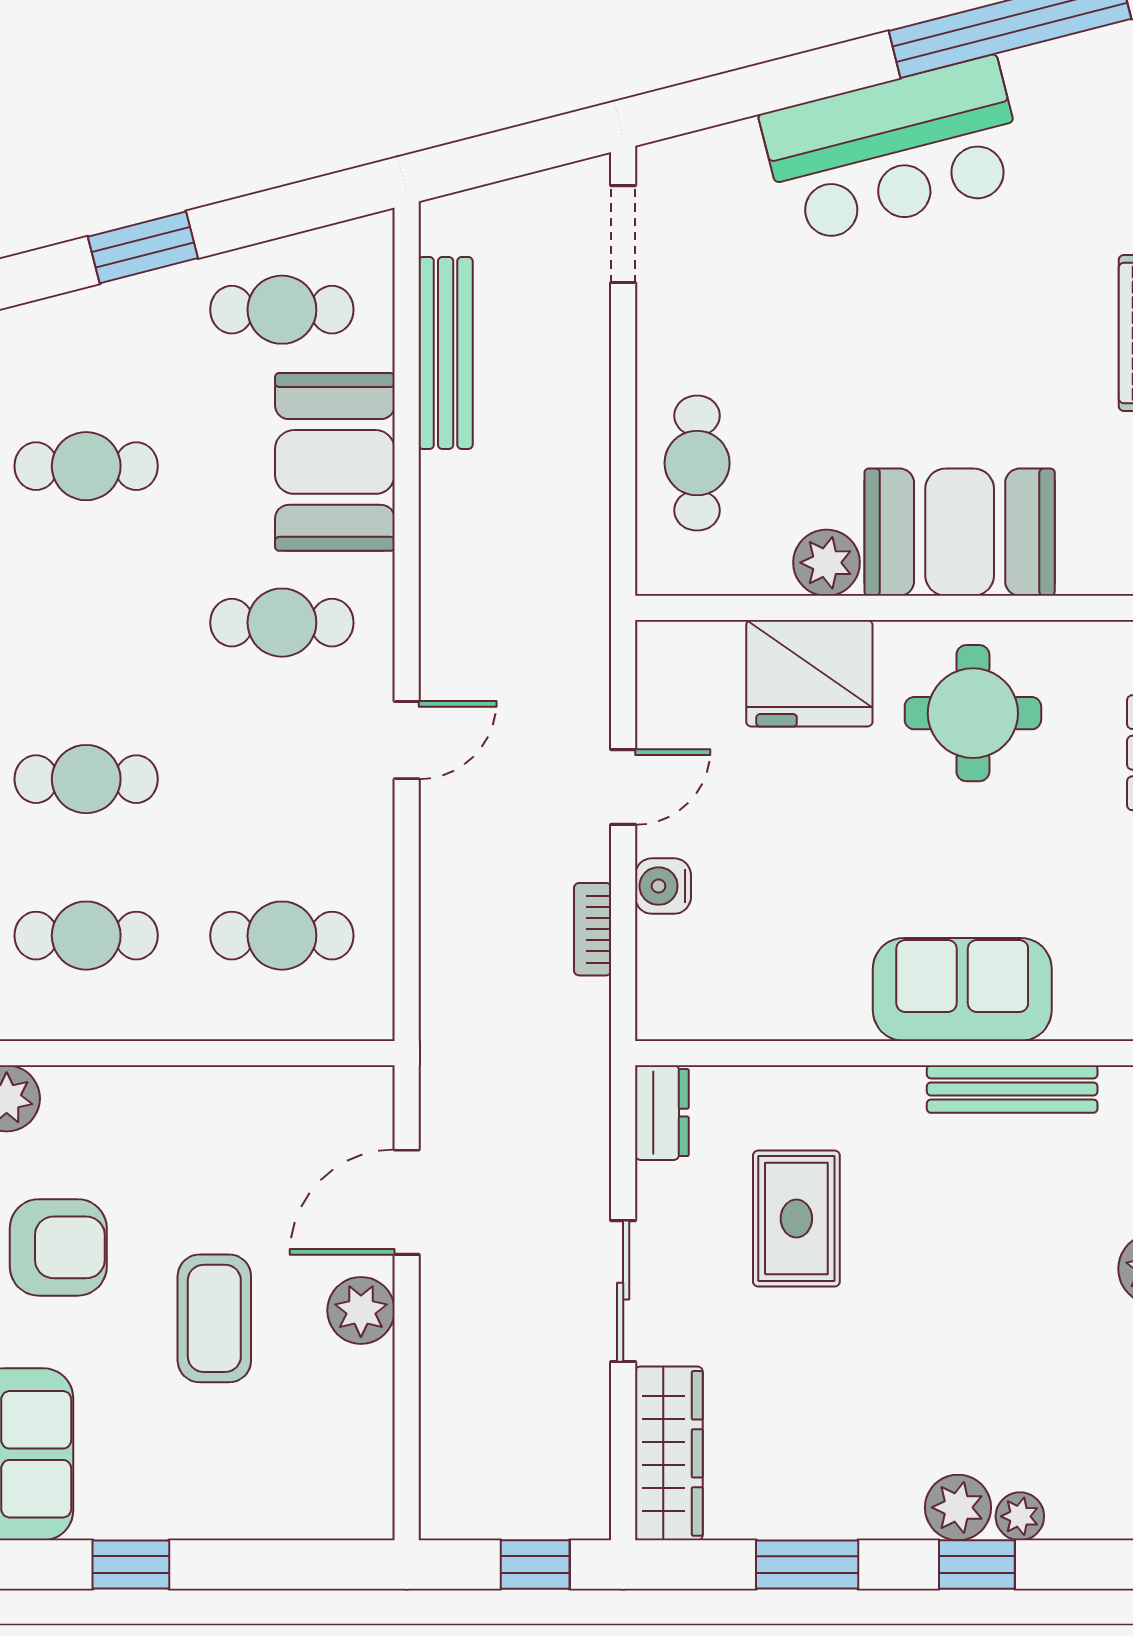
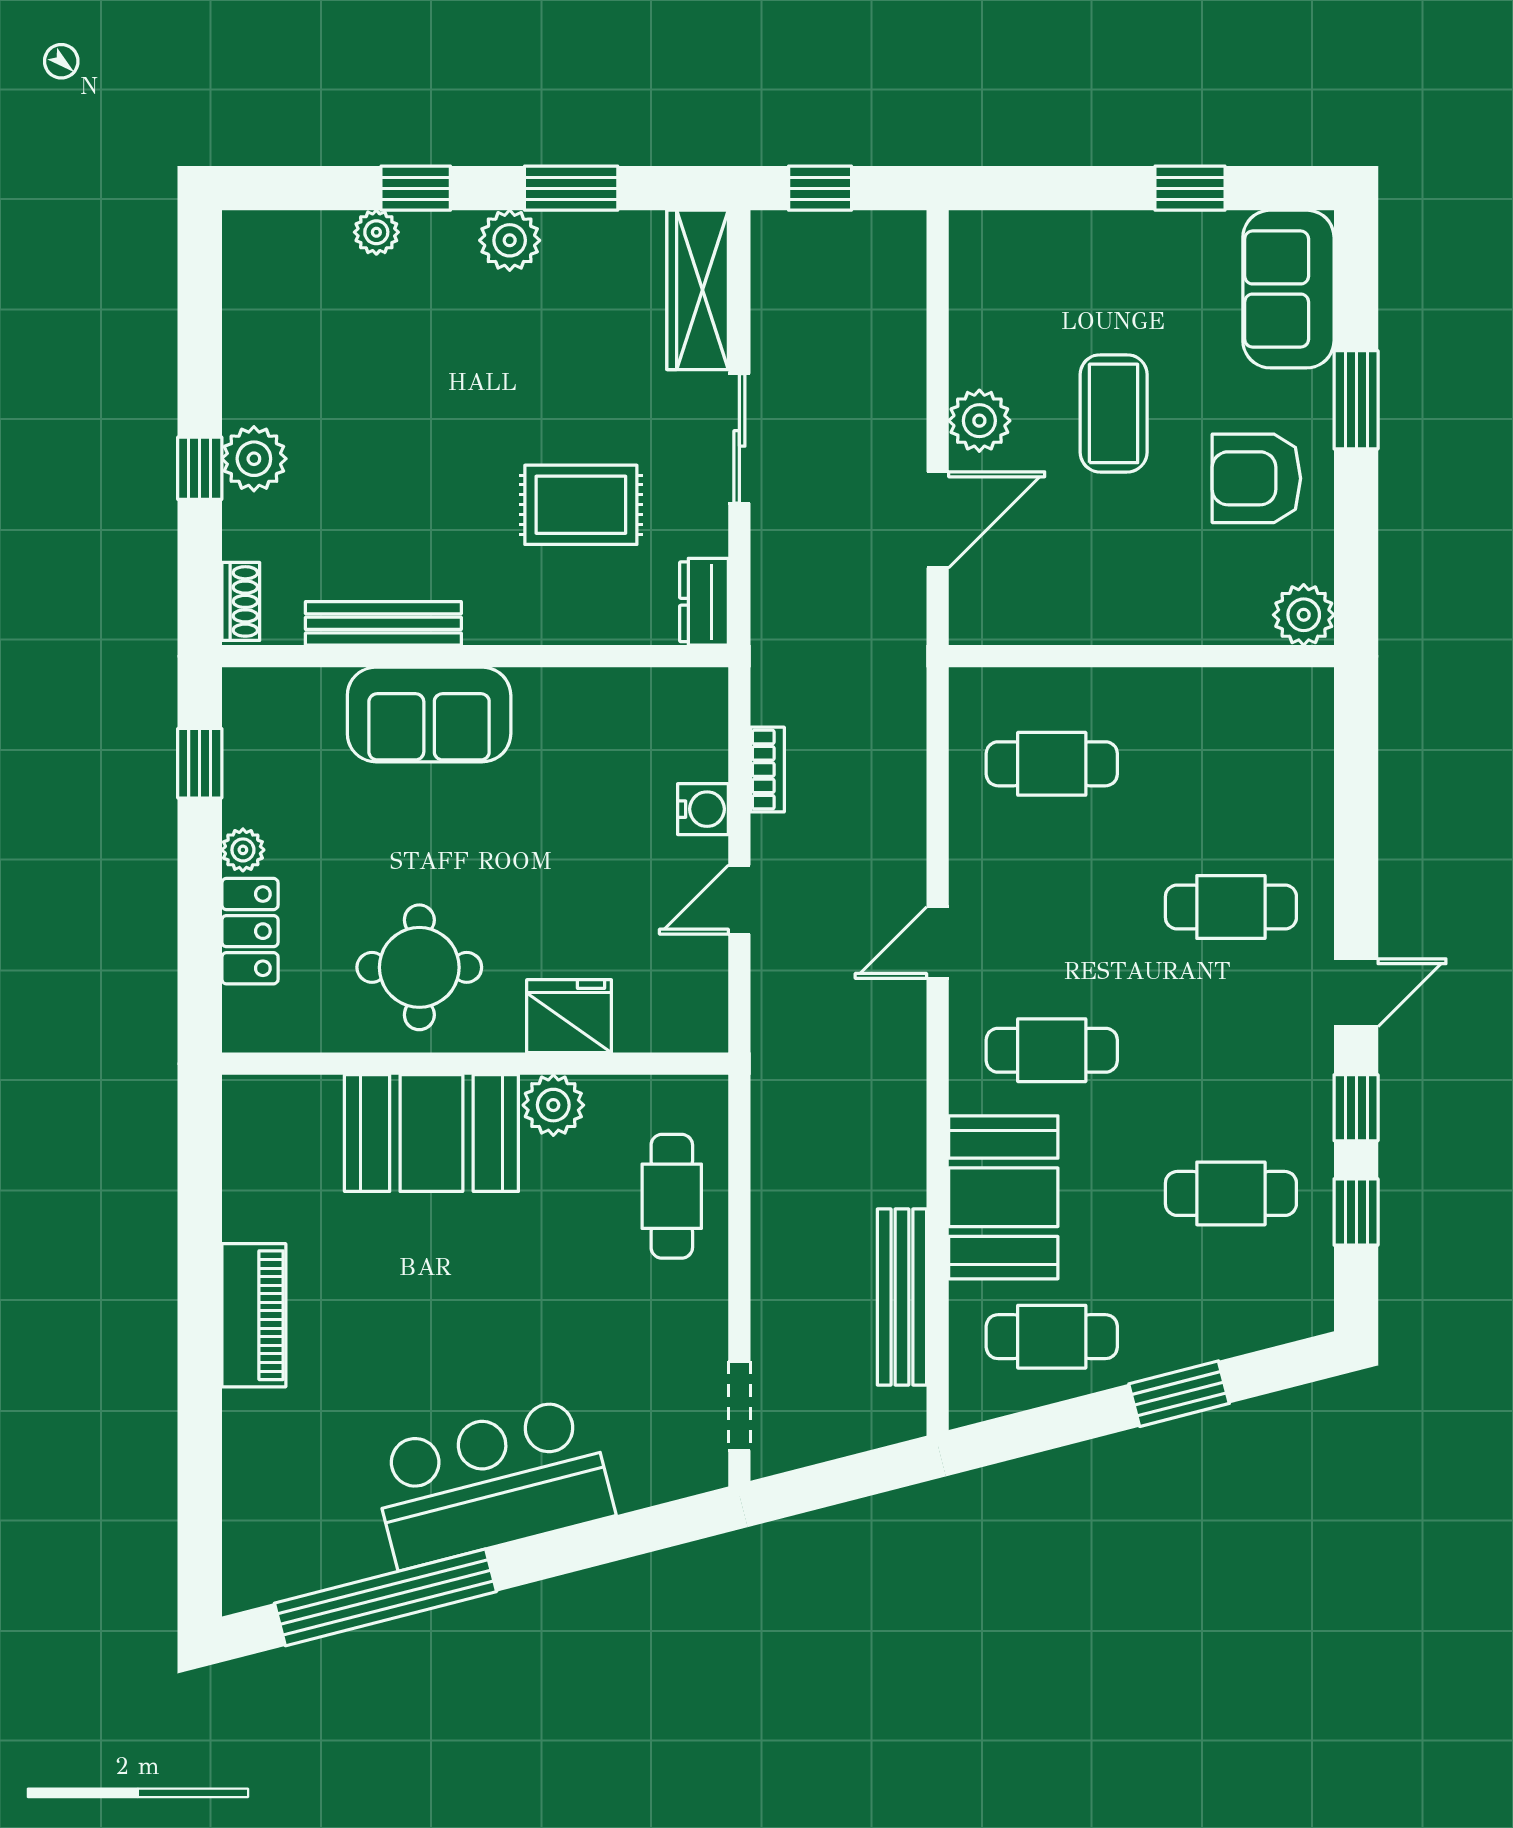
fridge: (809, 673) -> (569, 1016), width x0.73, depth x0.75
cafe table: (86, 936) -> (1231, 764), removed
rug: (796, 1219) -> (581, 505), turned 90
plant: (958, 1507) -> (510, 240), moved

